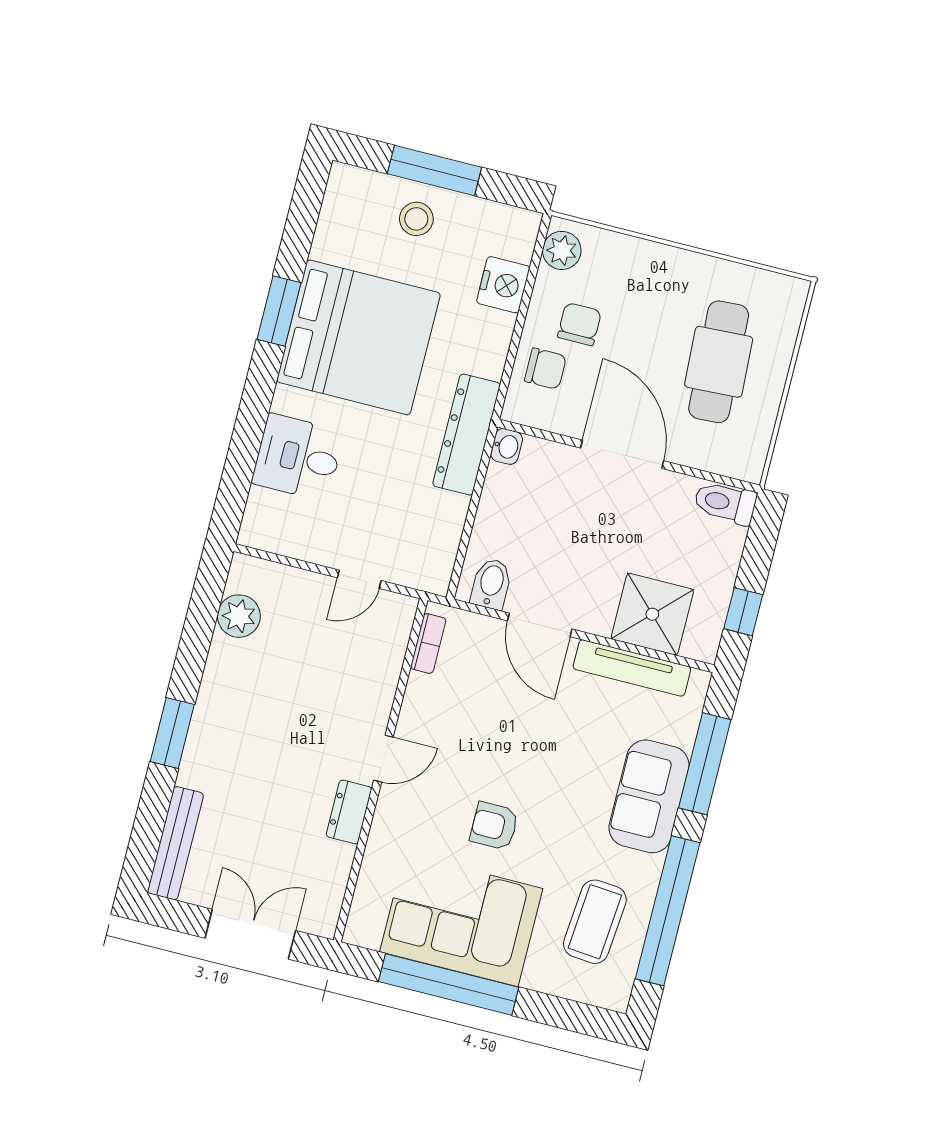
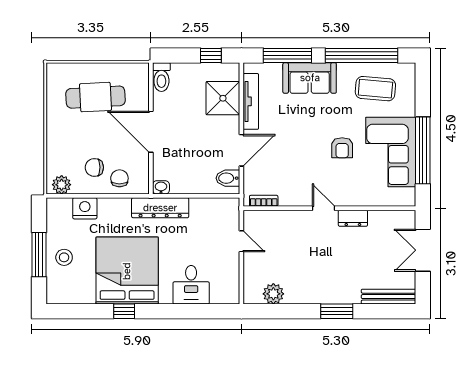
window: (279, 311) -> (124, 311), width x0.67
door: (622, 454) -> (151, 132), hinge flipped

